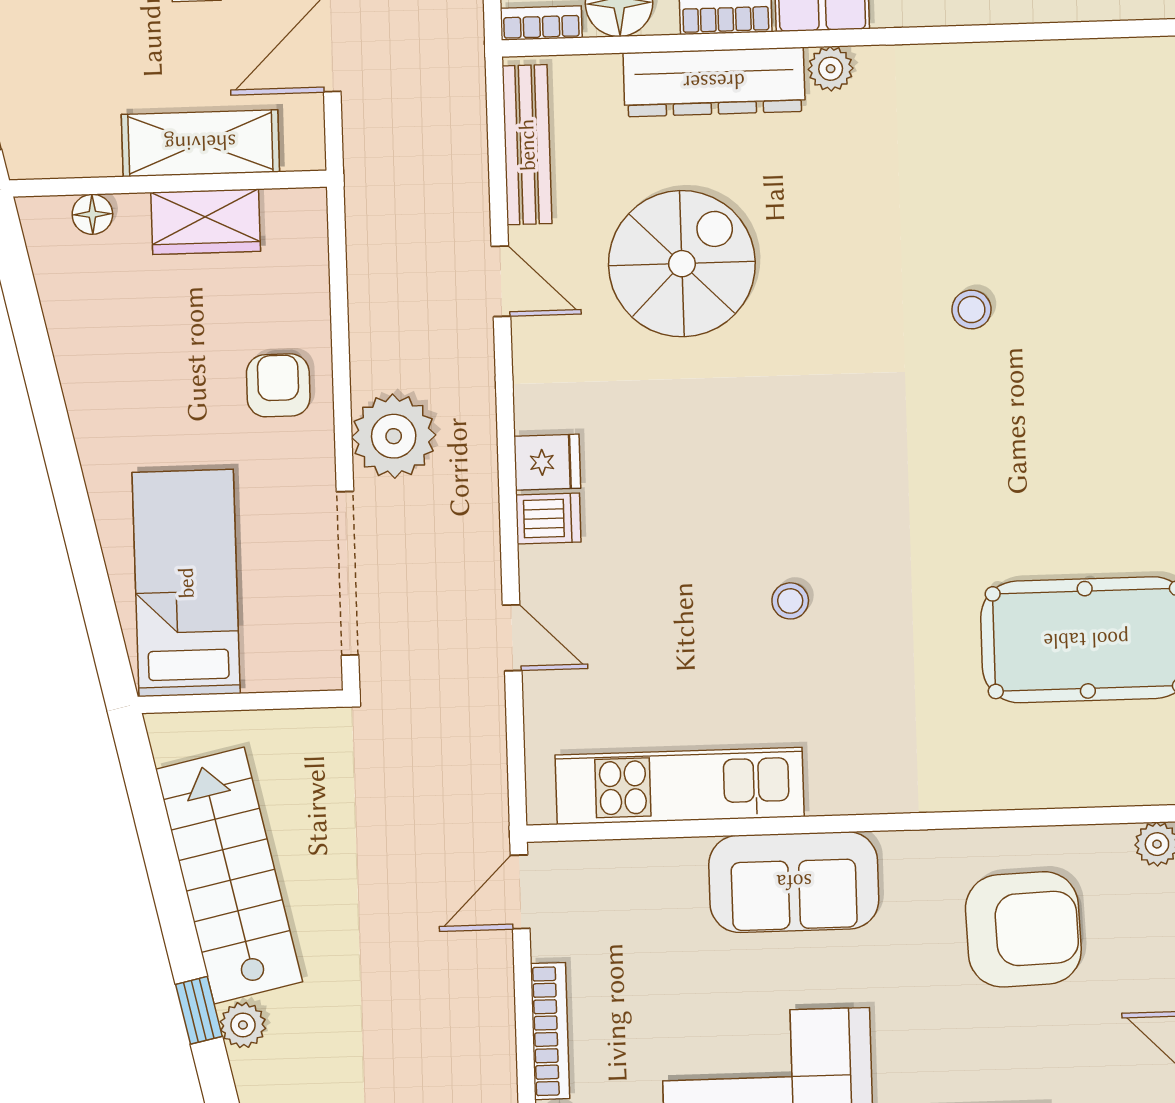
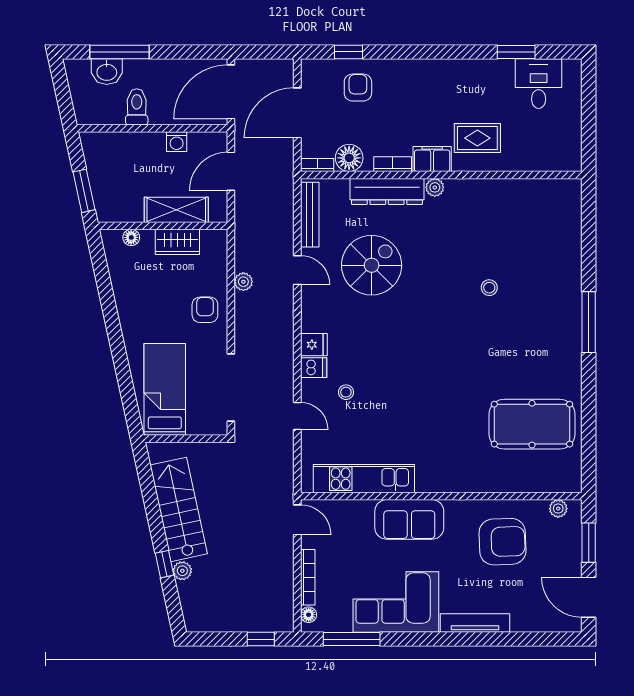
plant: (394, 436) -> (243, 282), moved, width x0.53, depth x0.53
stool: (790, 601) -> (346, 392), moved
door: (520, 892) -> (297, 520), swing flipped

